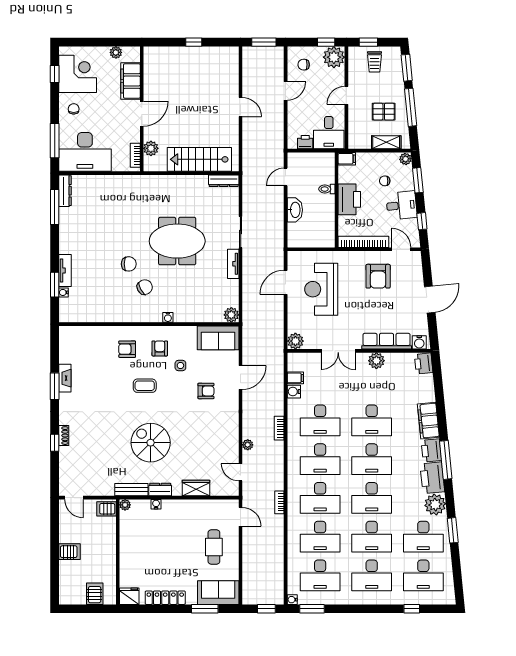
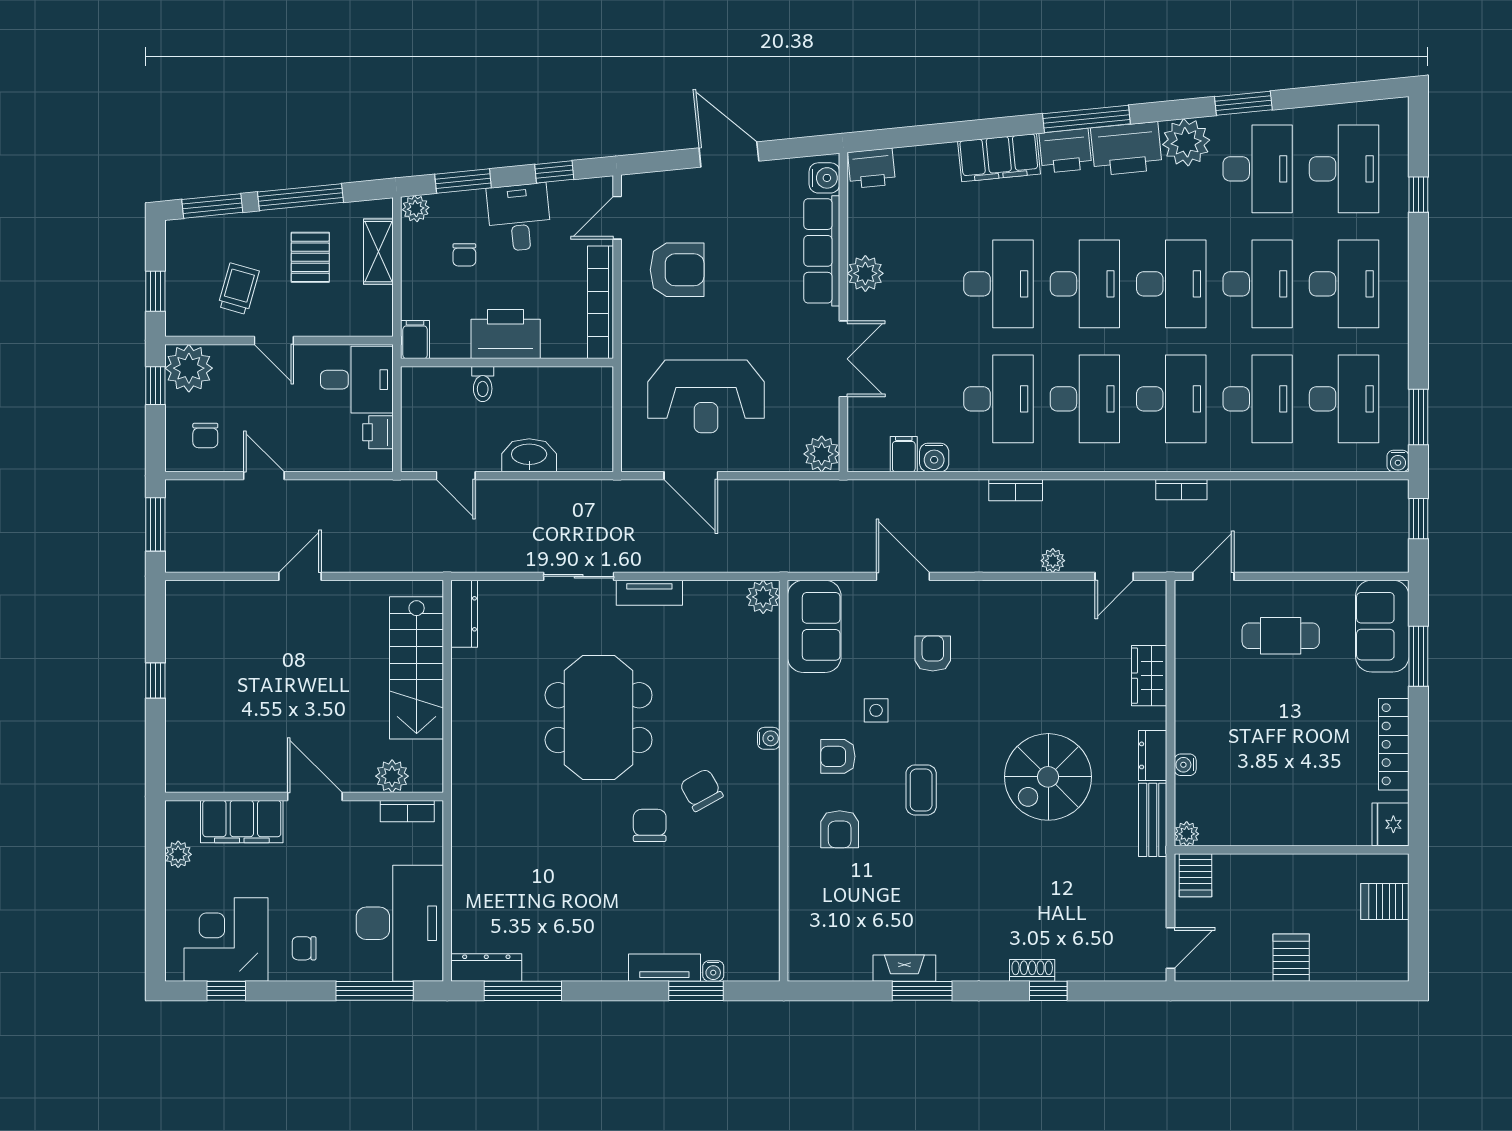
trolley: (374, 62) -> (239, 289), moved, turned -74

